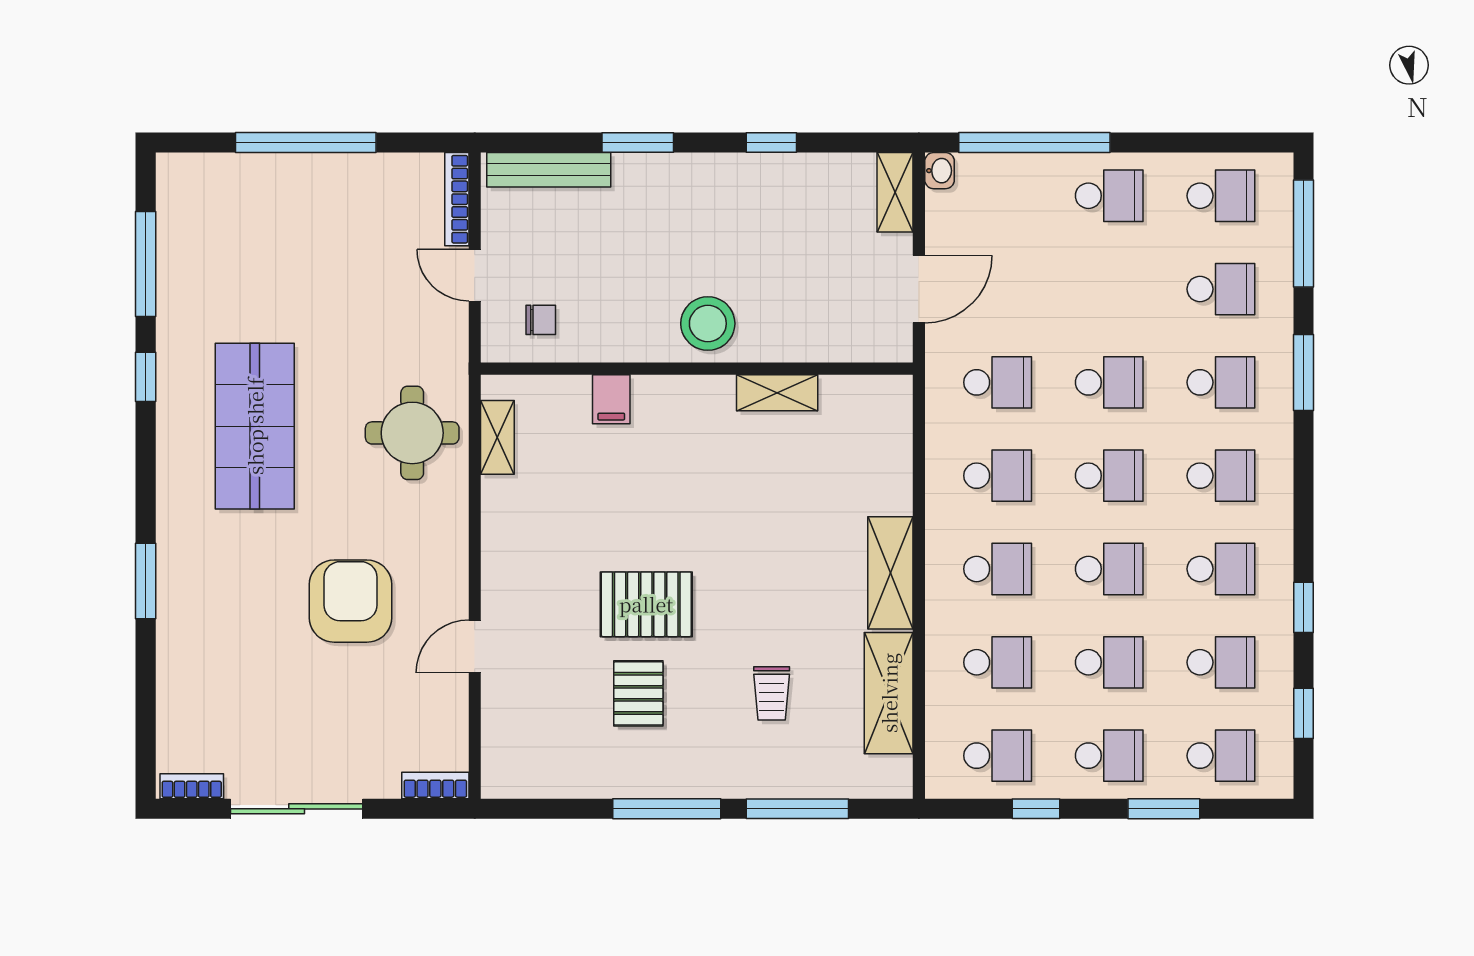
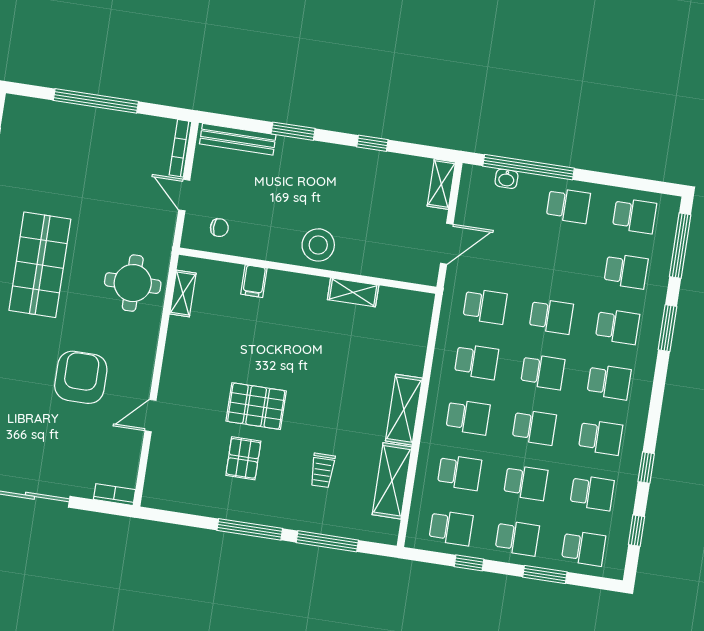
washbasin: (940, 171) -> (506, 179), moved, turned 90

